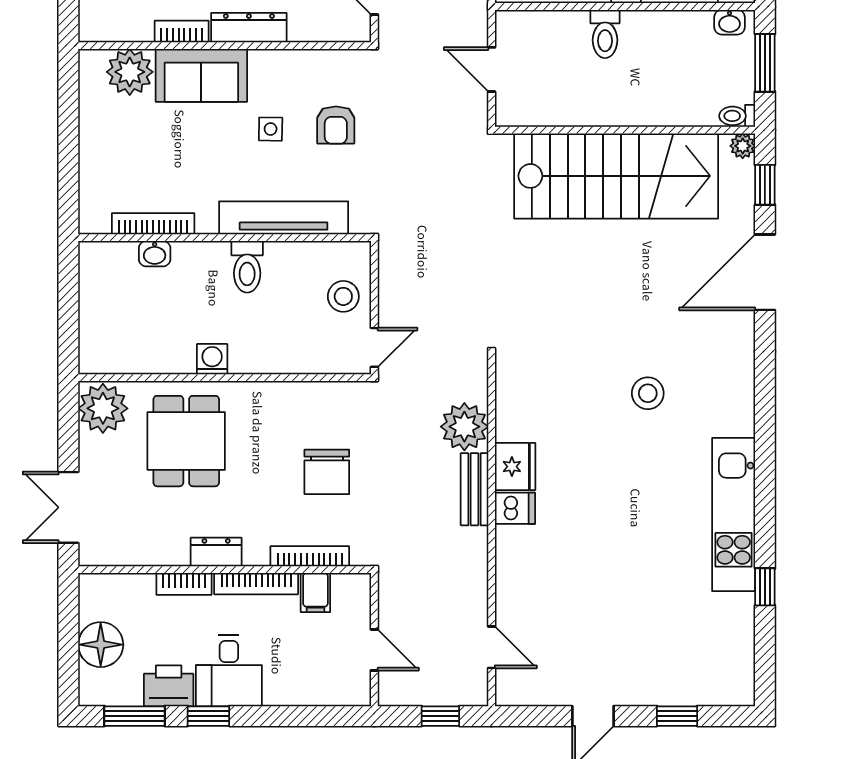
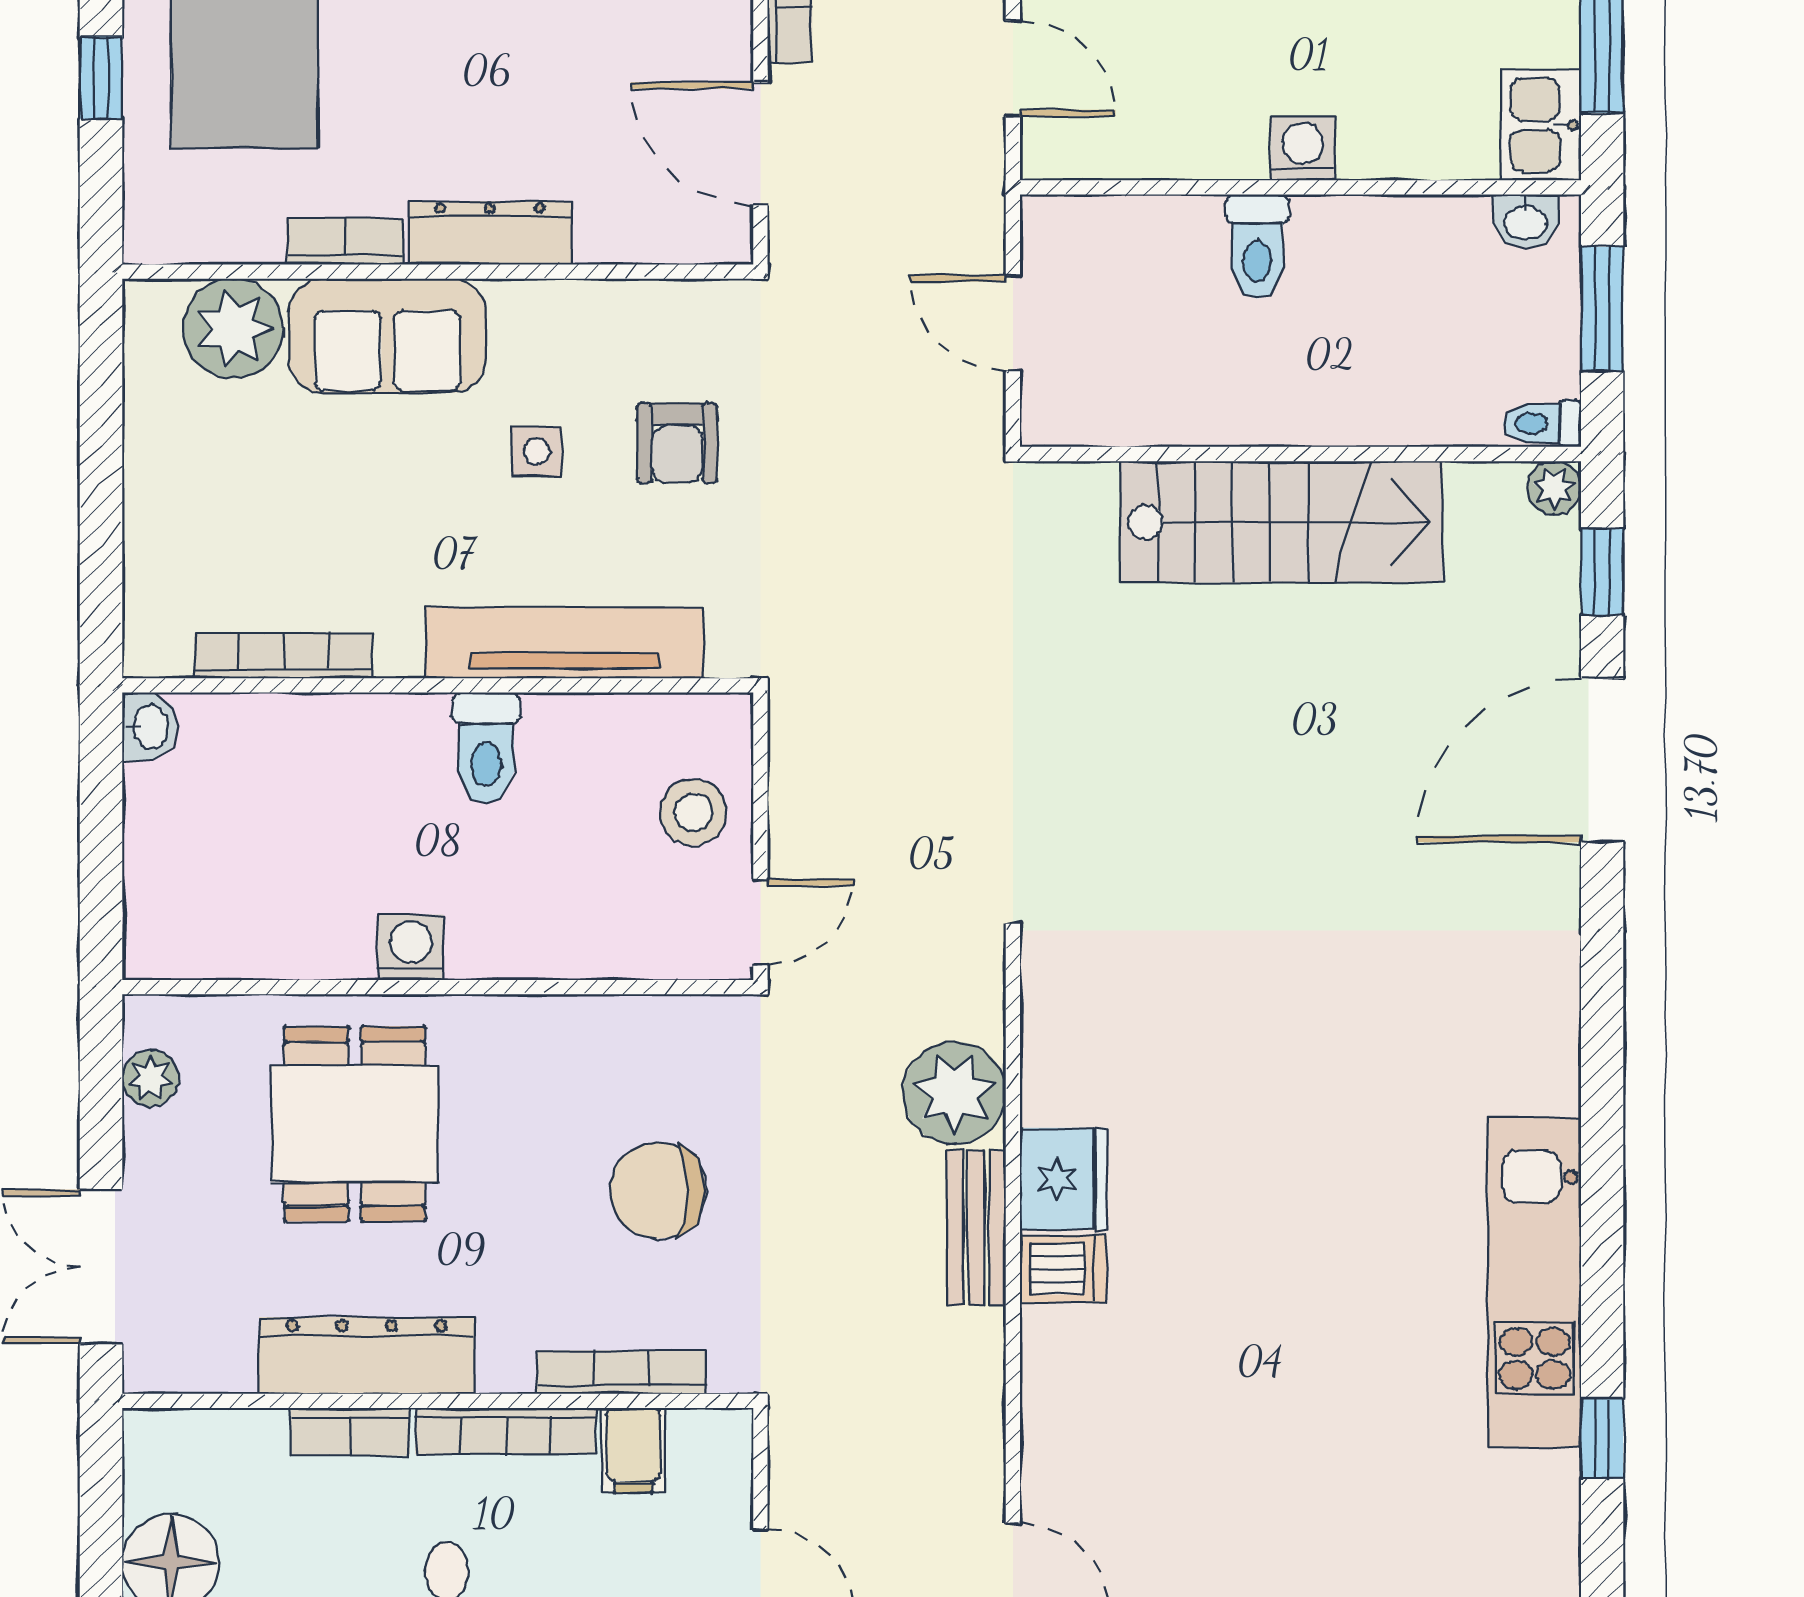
stairs: (616, 176) -> (1281, 522), width x0.73, depth x0.66
washbasin: (155, 254) -> (150, 727), moved, turned -90
stool: (648, 393) -> (1350, 1021), removed
plant: (103, 408) -> (150, 1078), width x0.53, depth x0.53
chair: (327, 472) -> (658, 1190), turned 90
dresser: (216, 552) -> (367, 1356), width x1.96, depth x1.24

